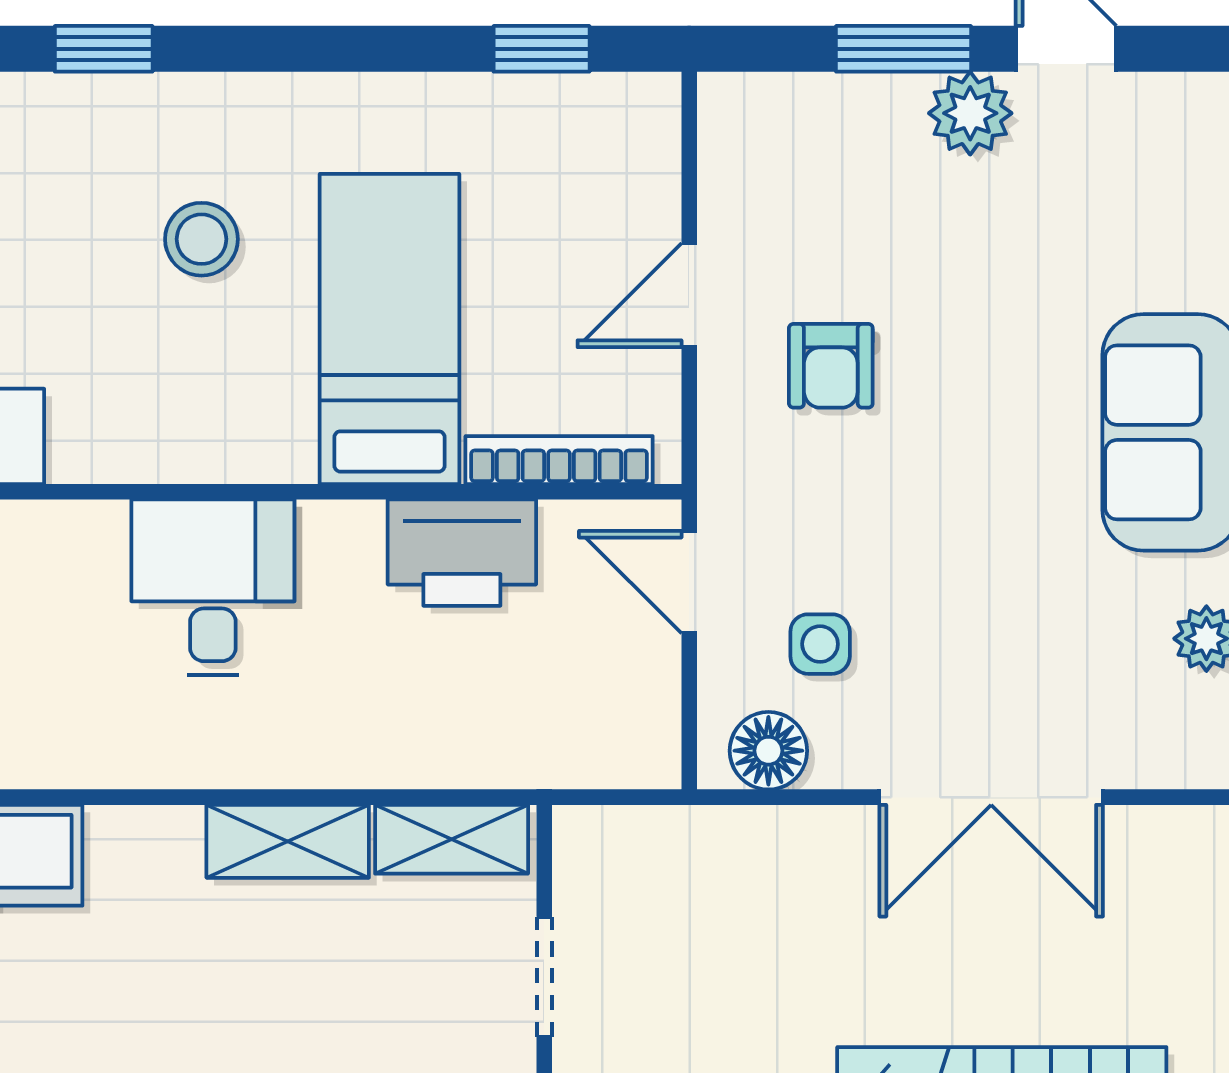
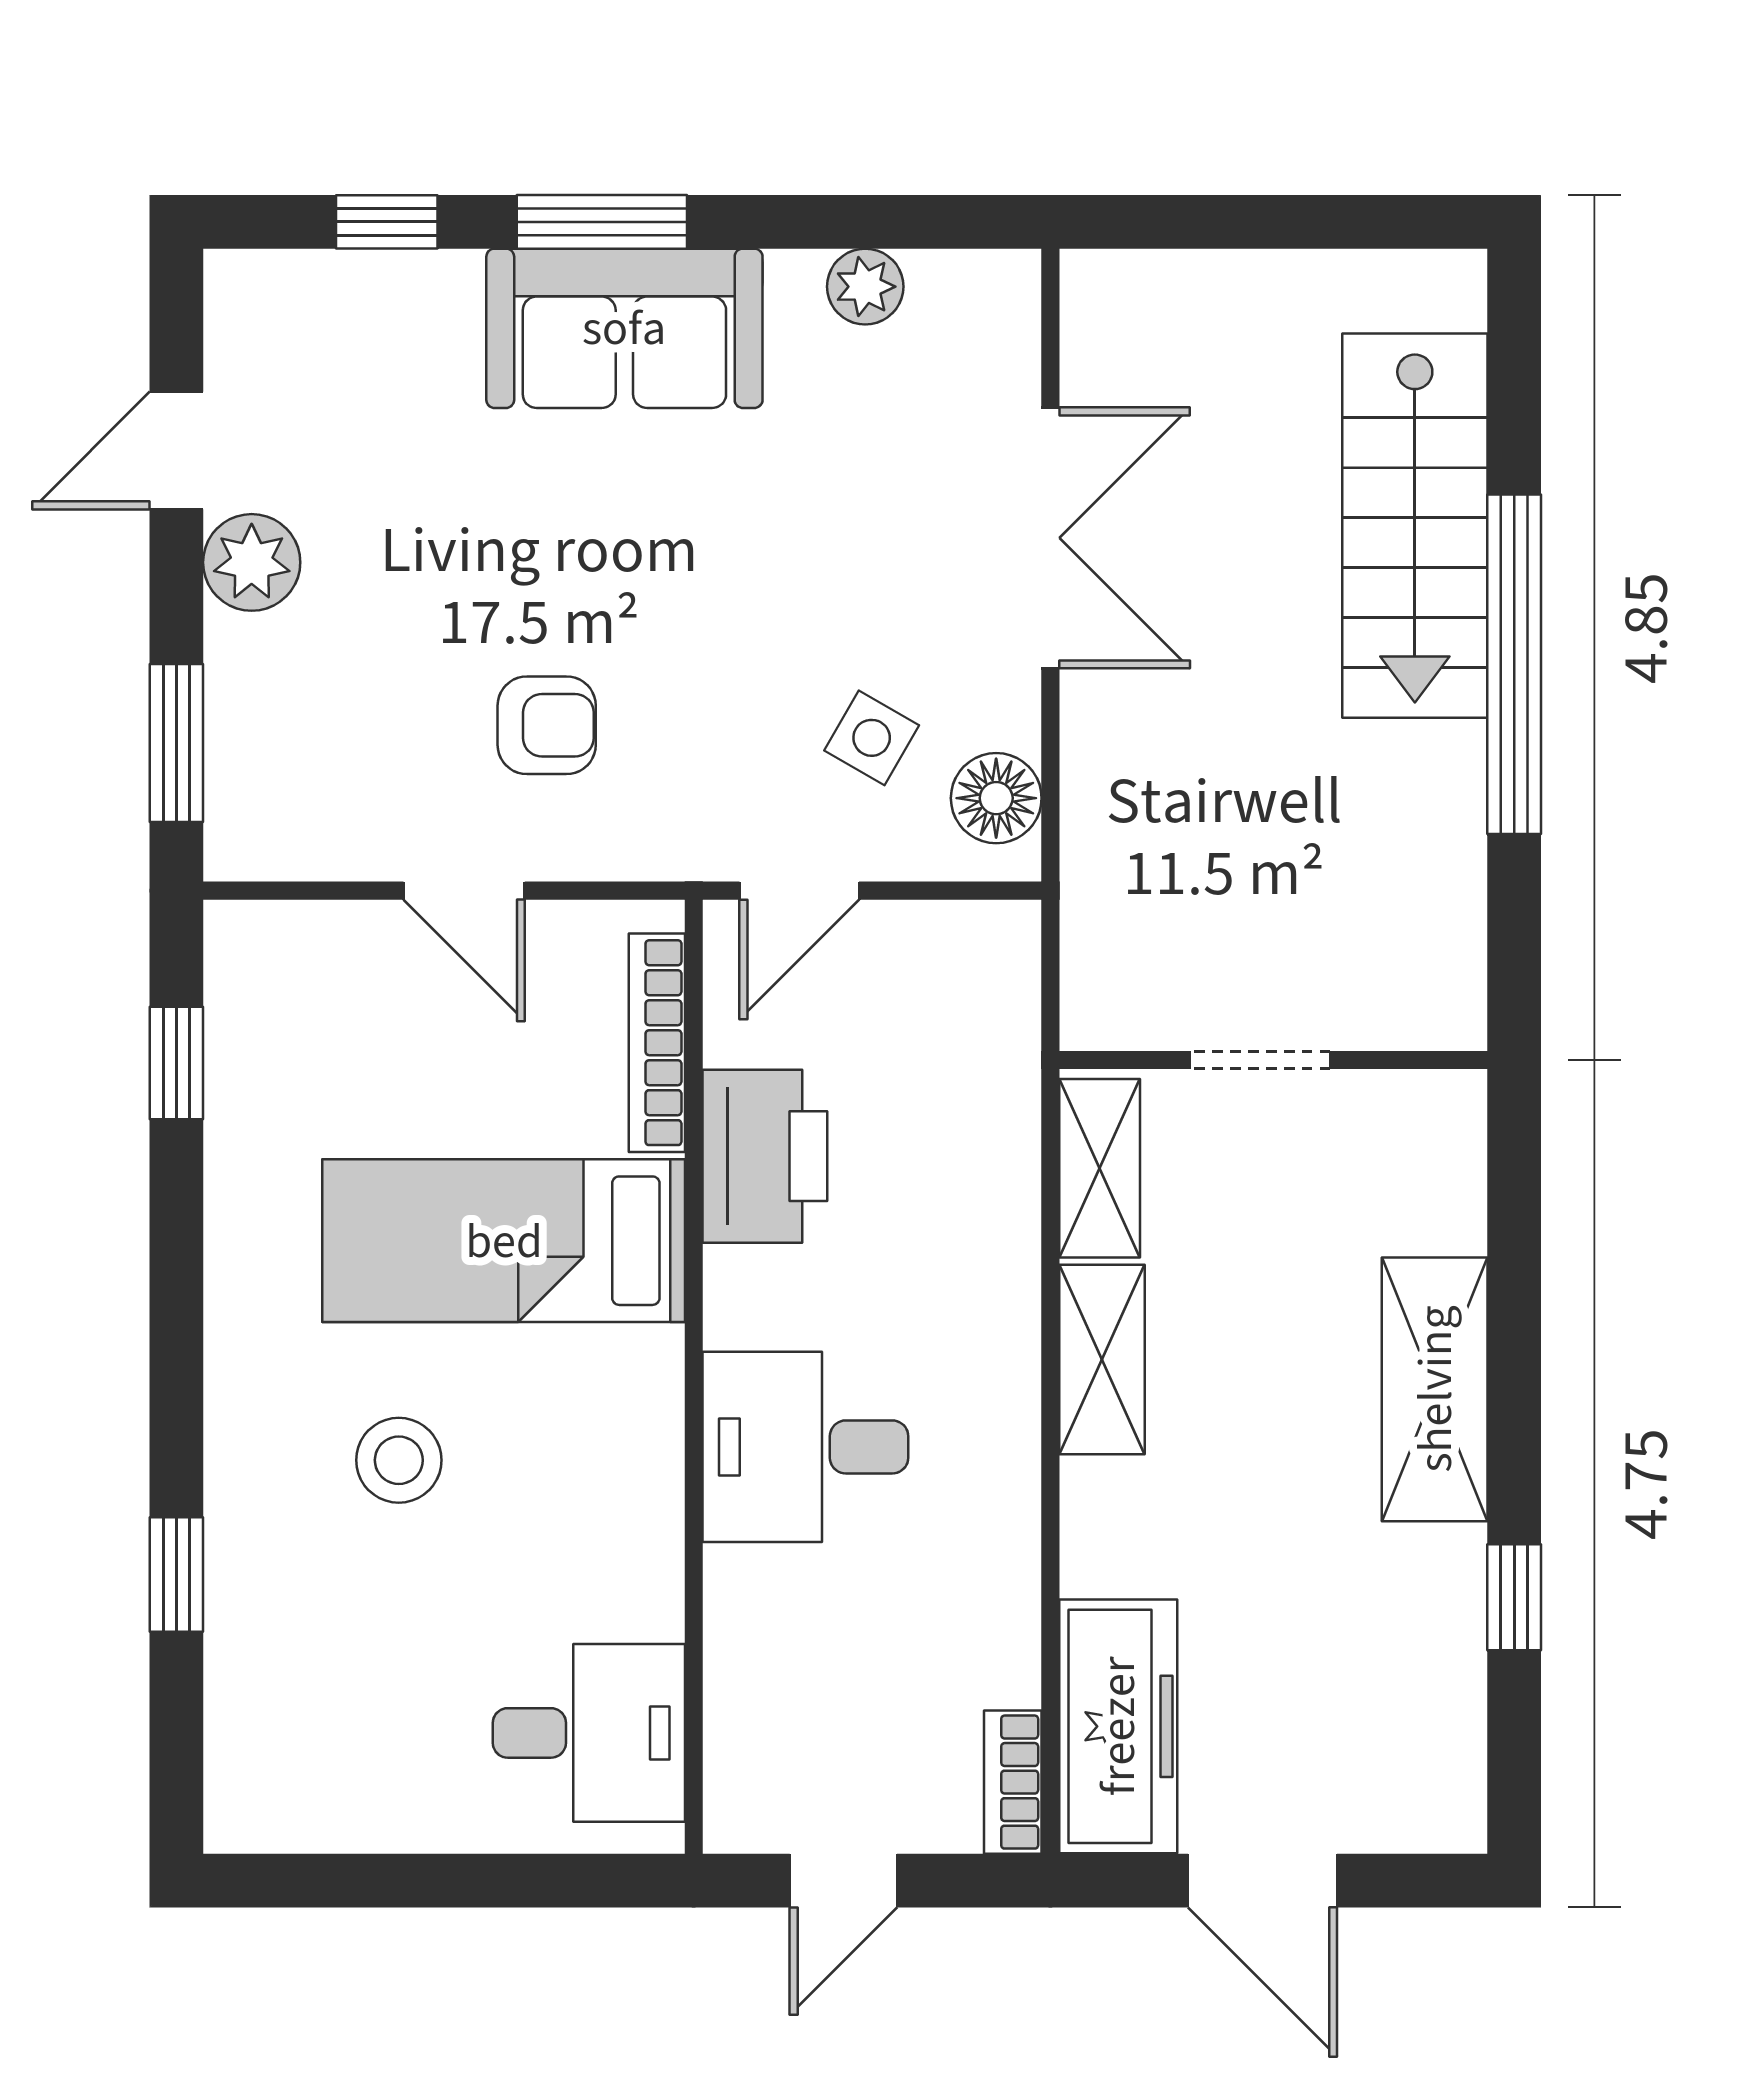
window: (904, 49) -> (176, 743), moved
side table: (820, 644) -> (872, 738), turned 30

